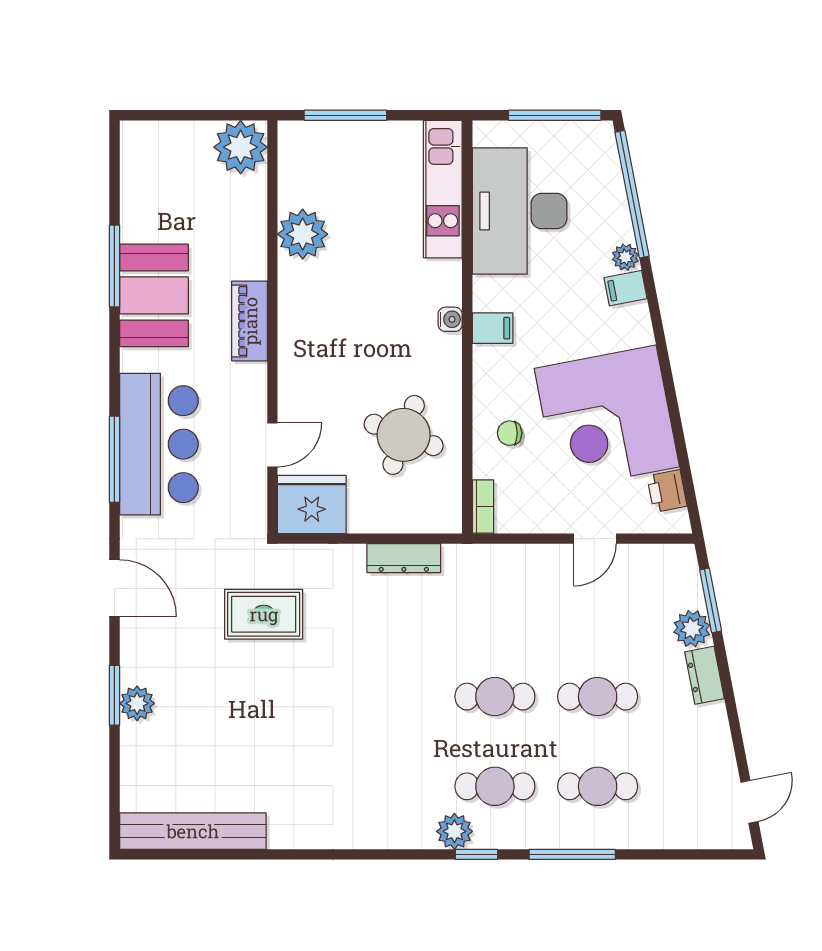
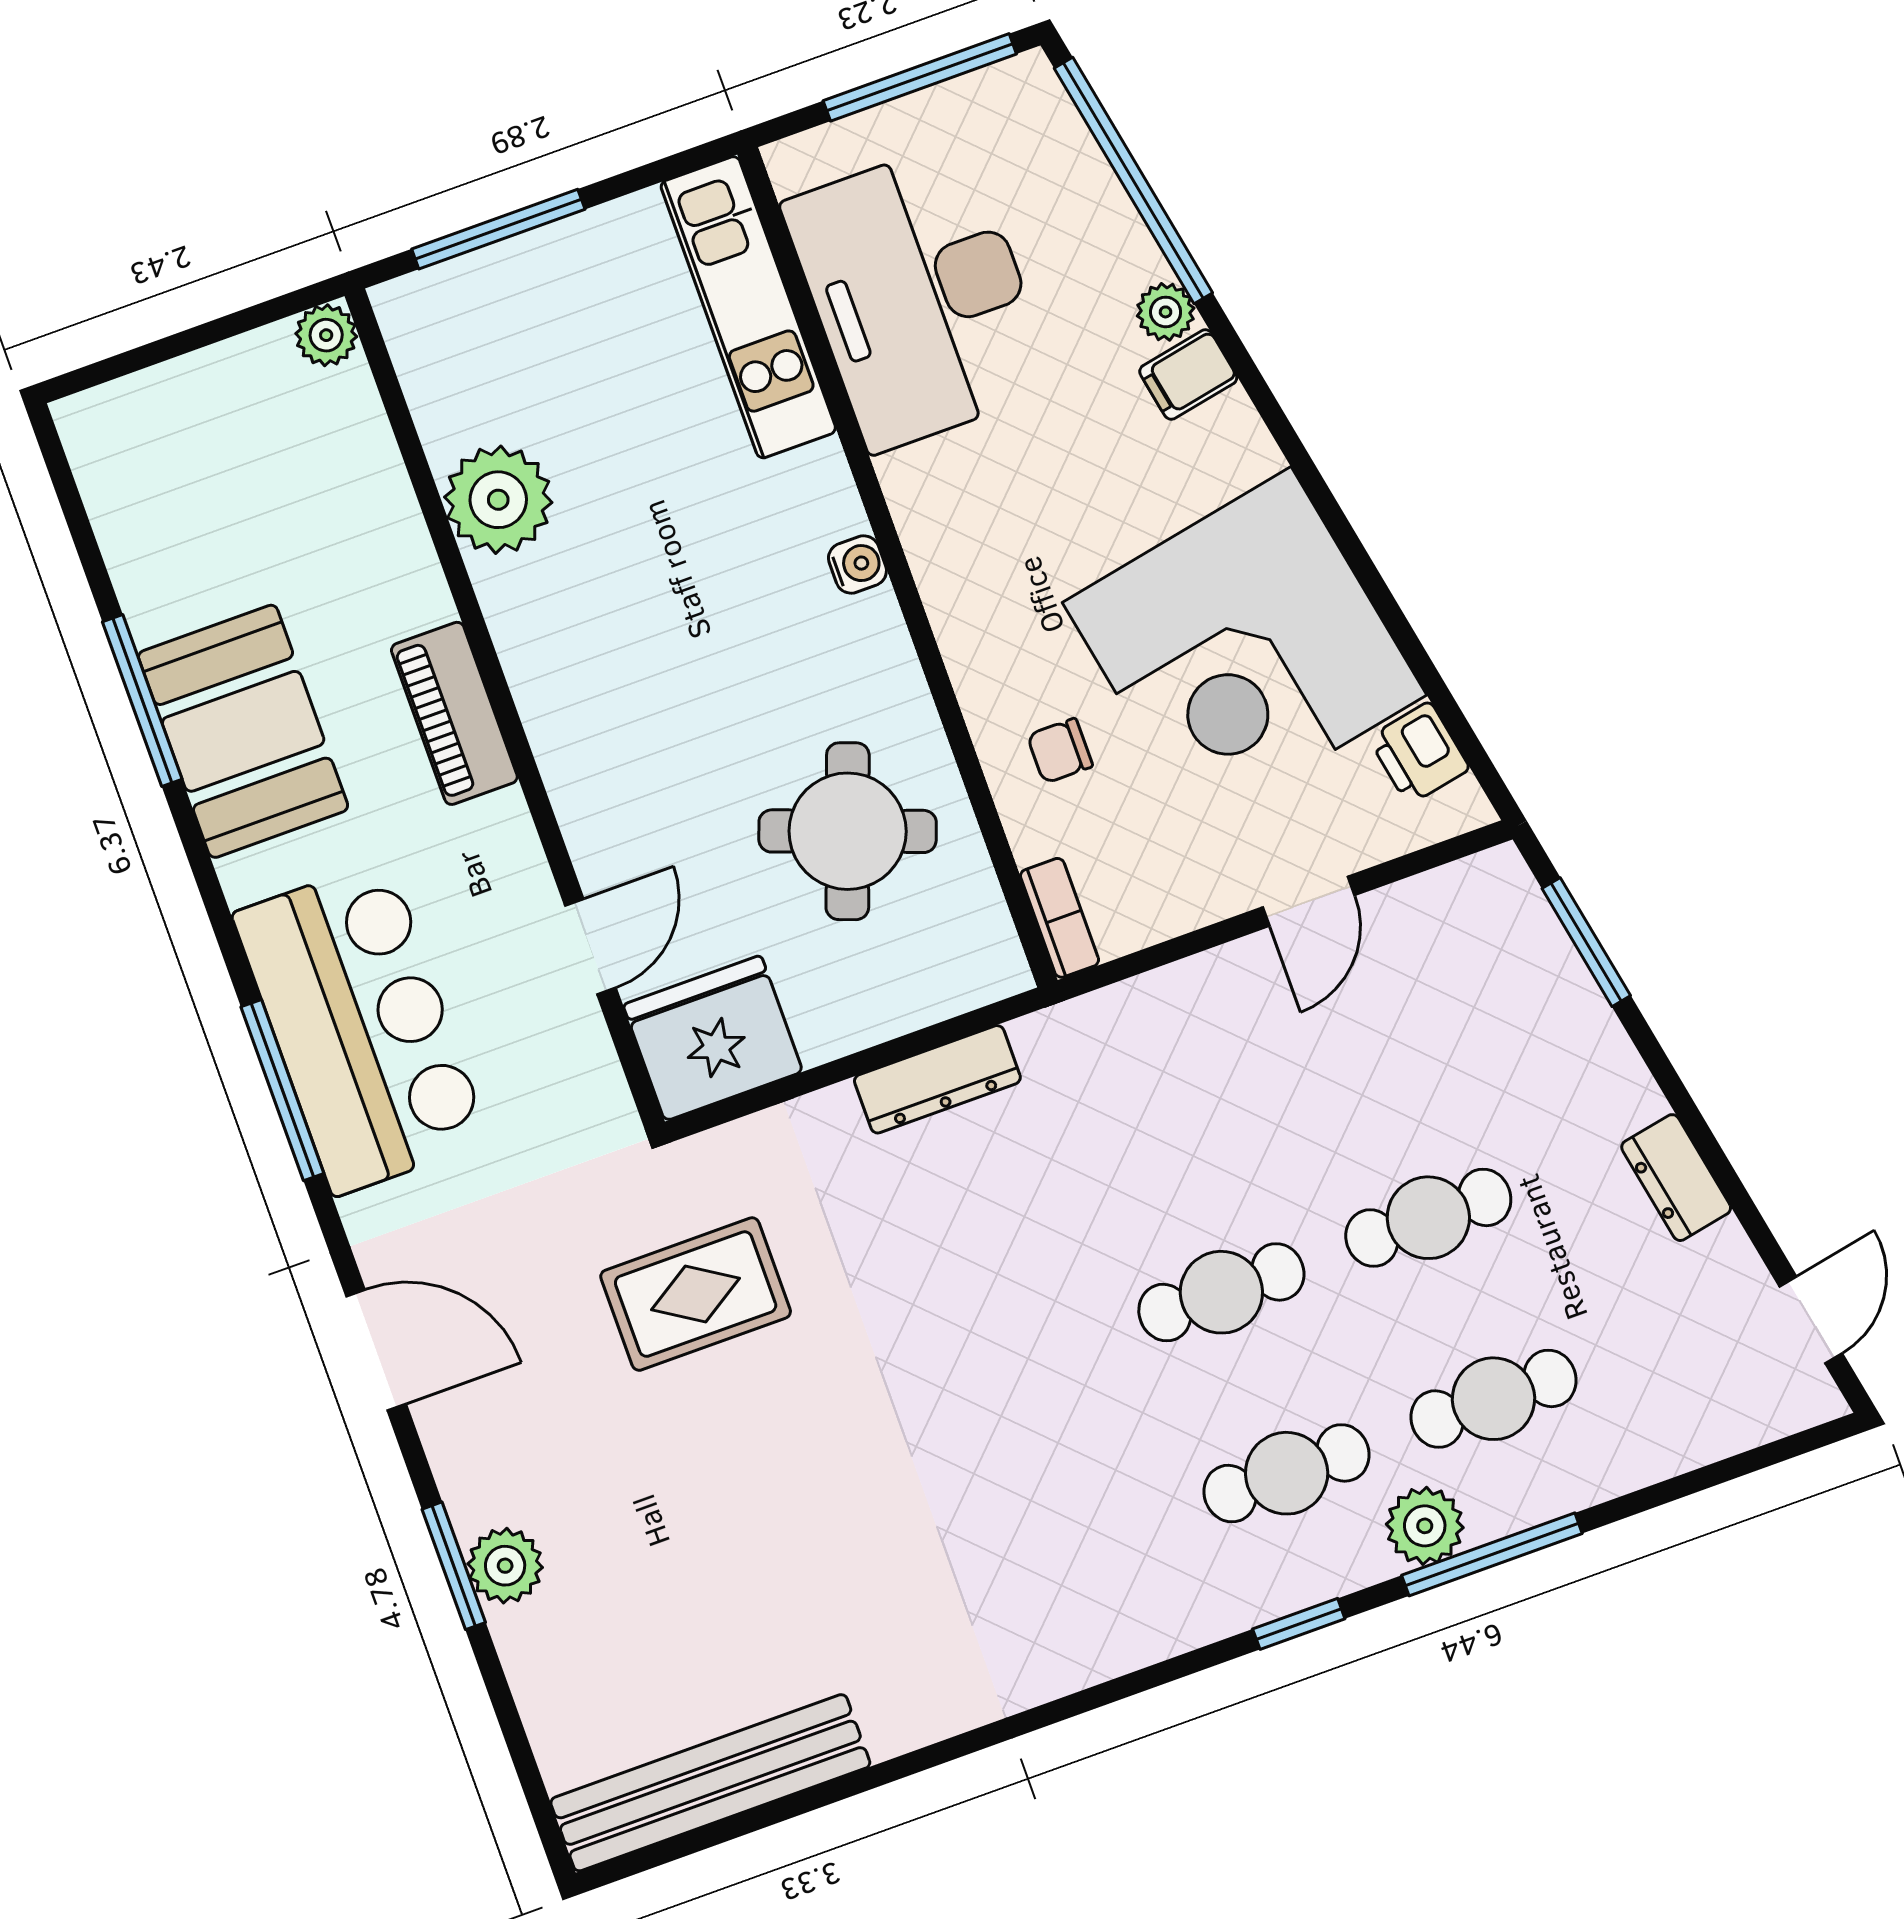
plant: (241, 147) -> (326, 335), width x0.53, depth x0.53
filing cabinet: (493, 328) -> (949, 552), removed
plant: (692, 629) -> (1569, 1012), removed
dresser: (705, 675) -> (1676, 1178), moved
plant: (454, 831) -> (1425, 1526), moved

